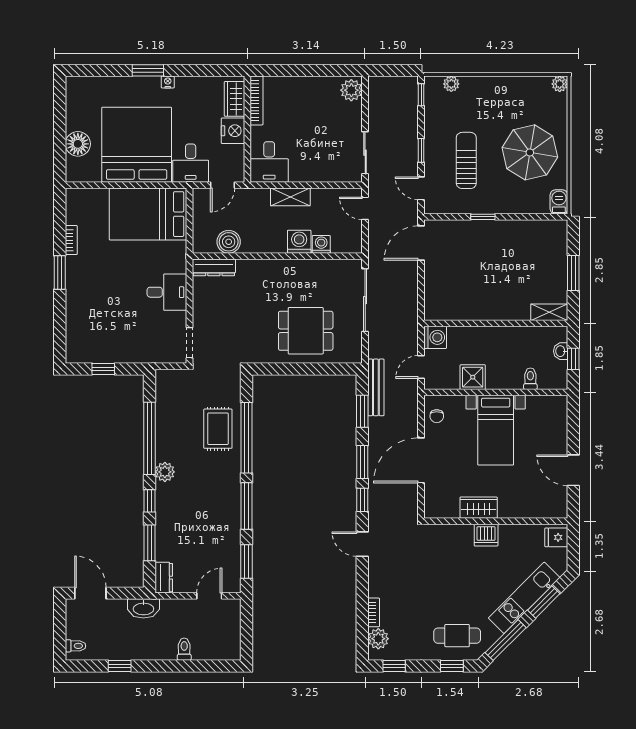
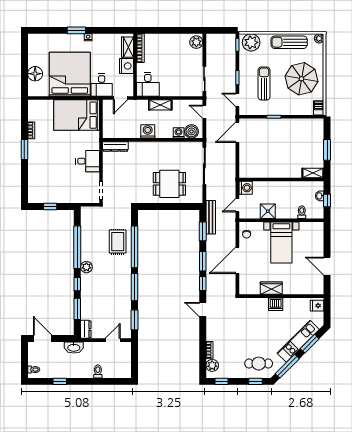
plant: (451, 84) -> (251, 42), width x1.88, depth x1.88
sun lounger: (509, 90) -> (289, 42), added
boiler: (229, 242) -> (192, 131), moved
washing machine: (299, 242) -> (148, 131), moved

